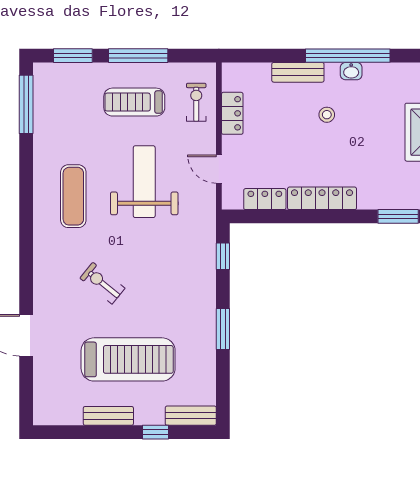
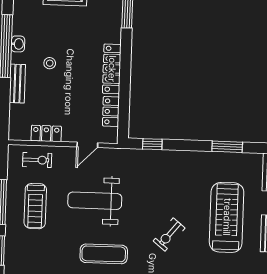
exercise bike: (196, 102) -> (37, 160), turned 180
window: (223, 329) -> (227, 147), moved

